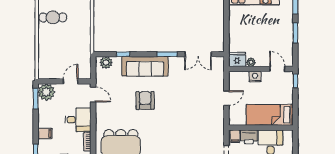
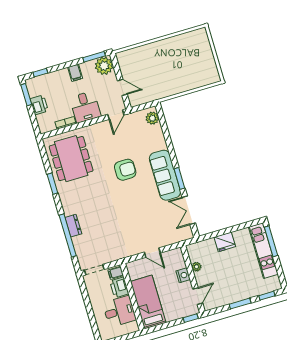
cafe table: (53, 17) -> (183, 50), removed
window: (123, 54) -> (166, 133), removed
fridge: (237, 59) -> (225, 242), moved, turned 90
sofa: (145, 66) -> (165, 175), moved
filing cabinet: (45, 133) -> (75, 73), moved

